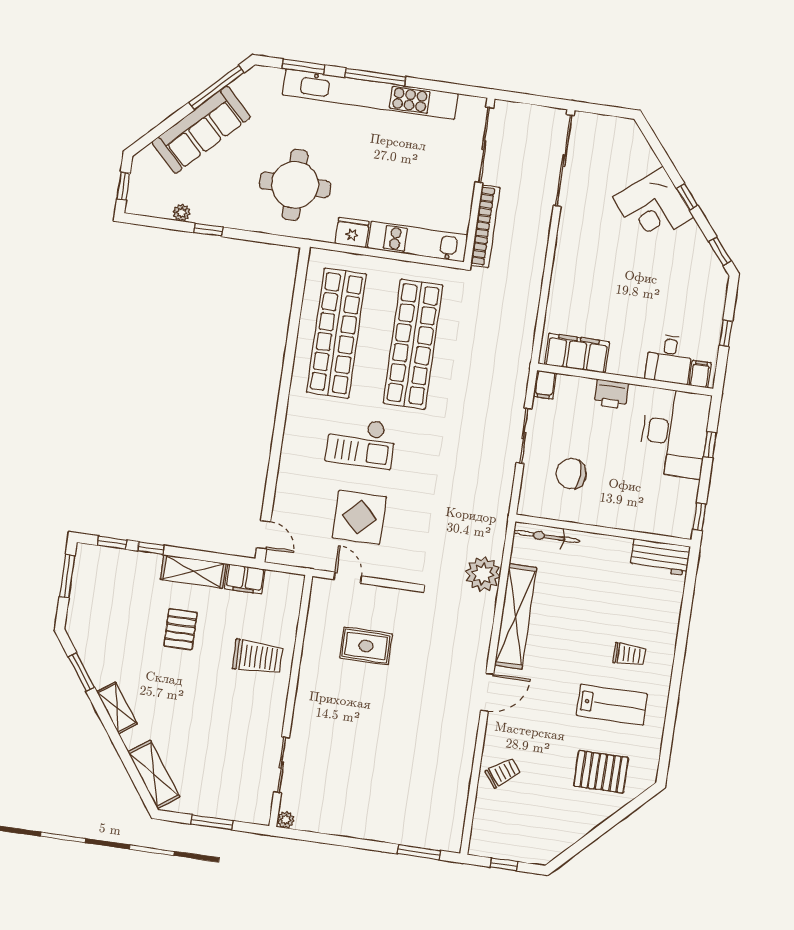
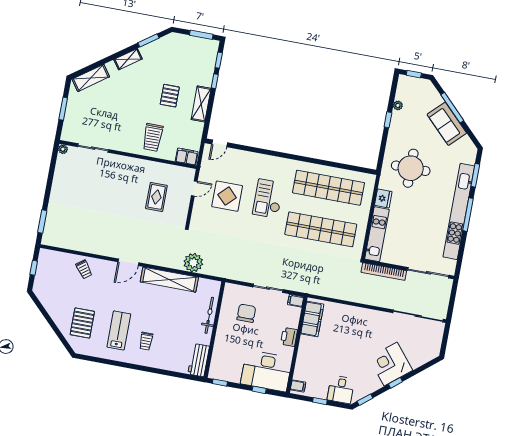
window: (216, 88) -> (452, 108), moved
sofa: (201, 130) -> (447, 124), width x0.73
desk: (669, 359) -> (341, 390), moved, turned -90
bicycle: (547, 537) -> (209, 315), moved
filing cabinet: (245, 579) -> (187, 156), moved, turned 90
pallet: (180, 629) -> (170, 96), turned 90
door: (487, 692) -> (128, 262), hinge flipped
lab bench: (612, 705) -> (119, 330), turned 180

